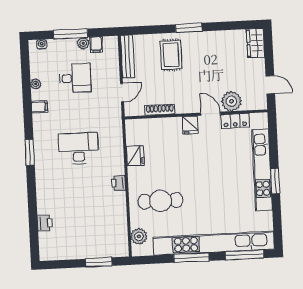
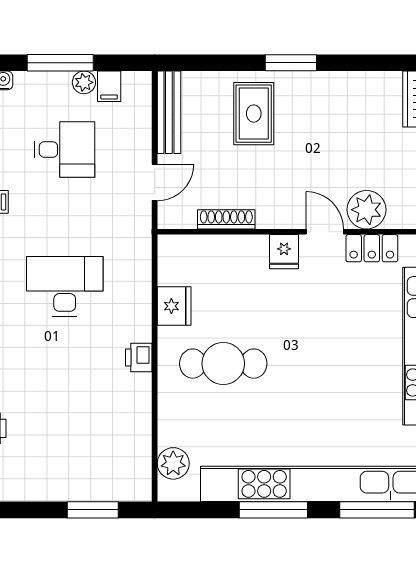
cafe table: (160, 201) -> (223, 364), moved

